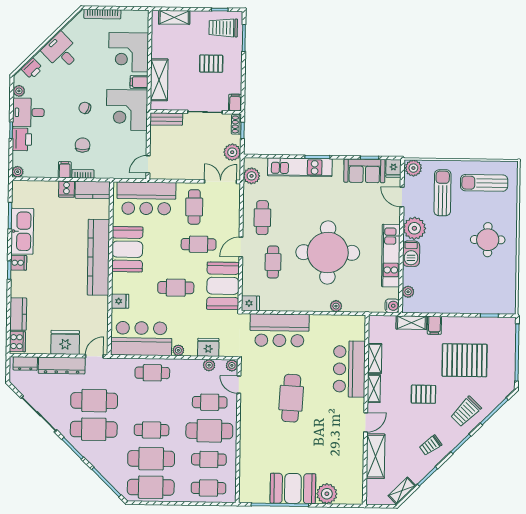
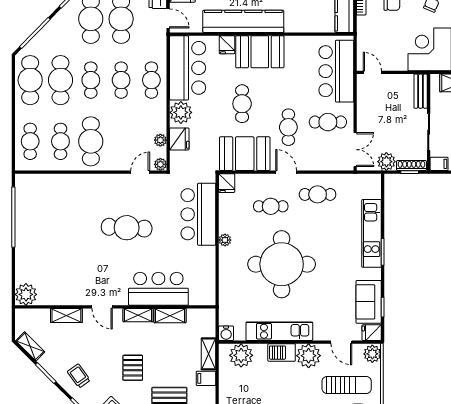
shoe rack: (236, 124) -> (411, 165), width x1.43
plant: (252, 176) -> (362, 182), removed
door: (402, 197) -> (341, 342), swing flipped
booth: (127, 249) -> (260, 52), moved
kitchen counter: (98, 257) -> (243, 21), moved
plant: (408, 292) -> (241, 355), width x1.87, depth x1.87
plant: (336, 306) -> (225, 240), moved
plant: (178, 350) -> (181, 112), width x1.88, depth x1.88
cafe table: (210, 402) -> (121, 80), moved
shelving: (376, 456) -> (66, 316), width x0.67, depth x0.75
booth: (293, 488) -> (31, 231), removed
plant: (327, 494) -> (26, 294), moved

